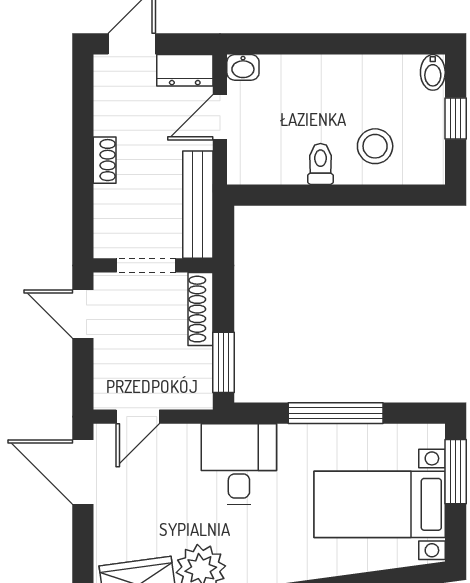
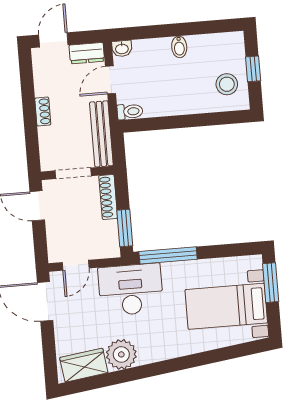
bidet: (433, 72) -> (179, 47), moved
stool: (375, 146) -> (227, 84), moved
toilet: (320, 164) -> (130, 112), moved, turned 90
window: (336, 413) -> (168, 255), moved
desk: (239, 464) -> (131, 290), width x1.37

